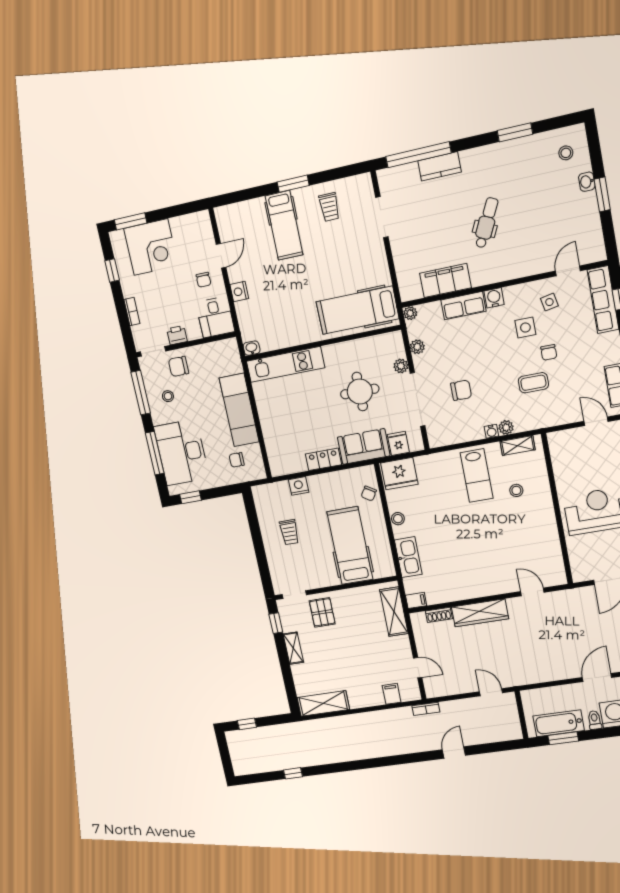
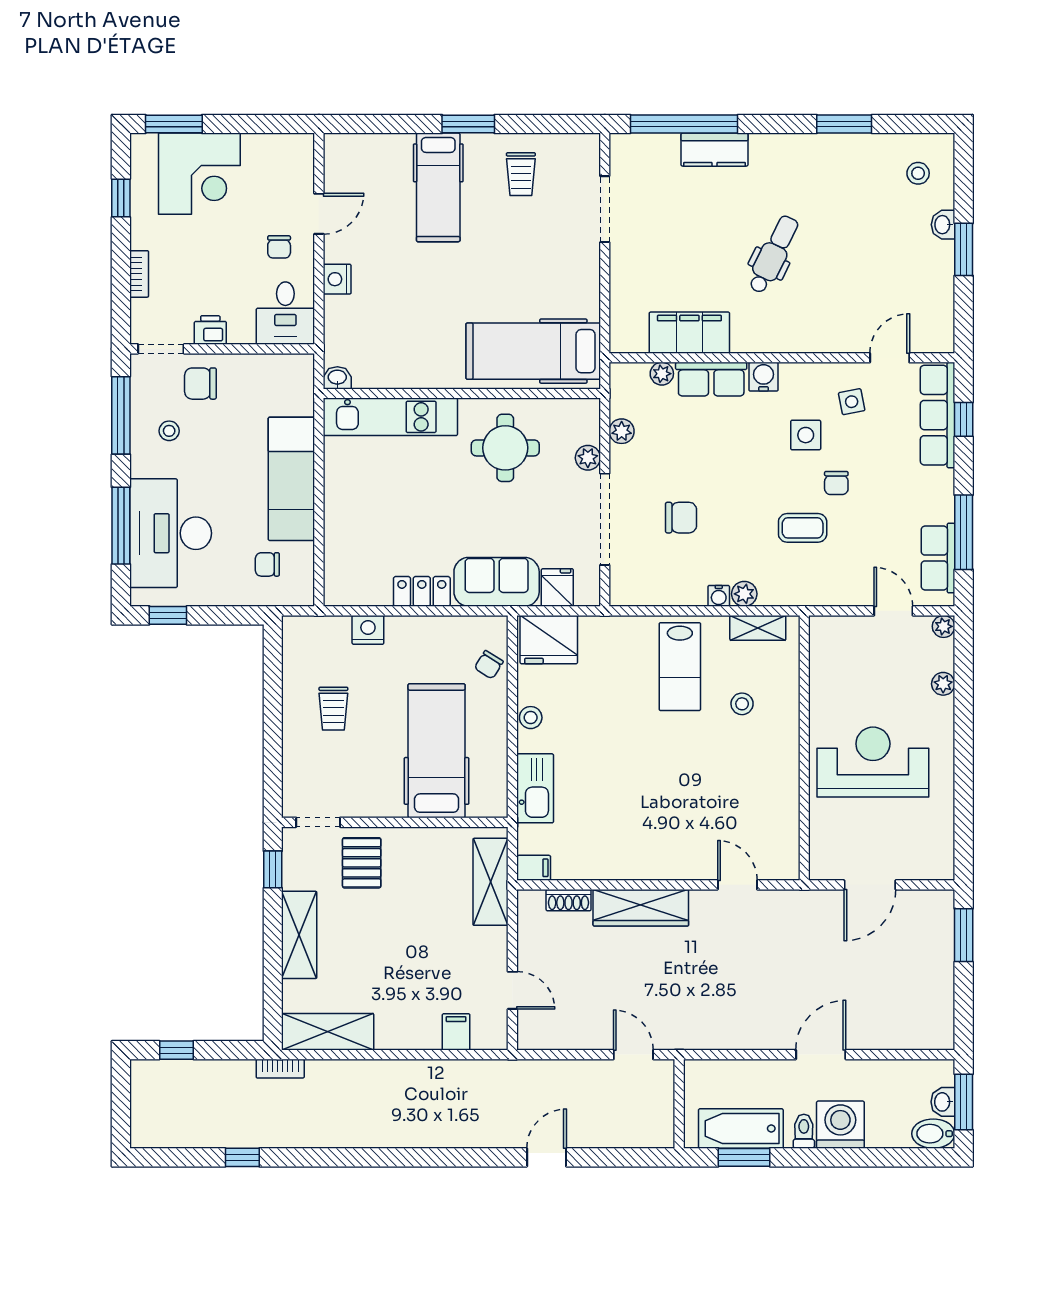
plant: (410, 313) -> (662, 374), moved
round table: (360, 392) -> (505, 448), moved
shelving: (293, 648) -> (299, 935), width x1.50, depth x1.33
bookcase: (426, 709) -> (280, 1069), moved

